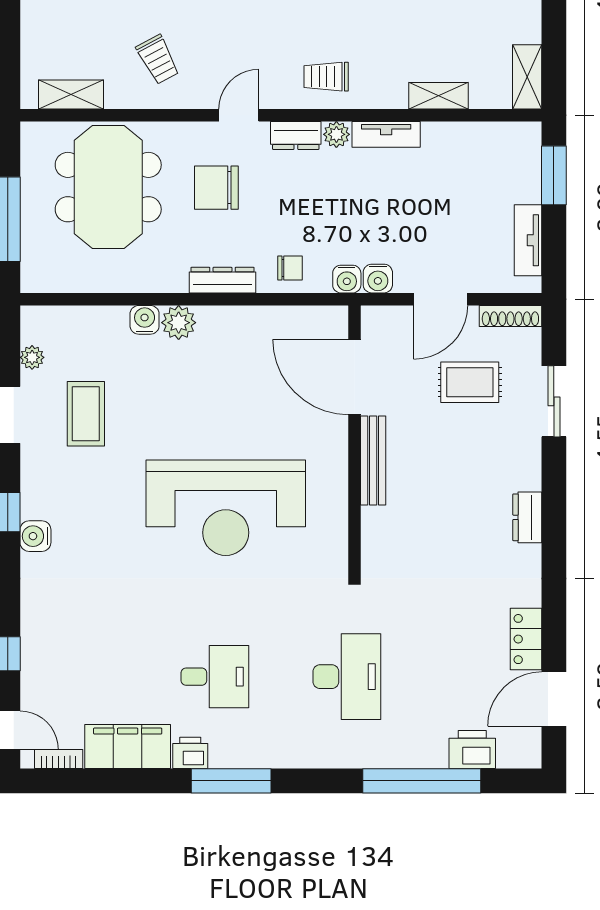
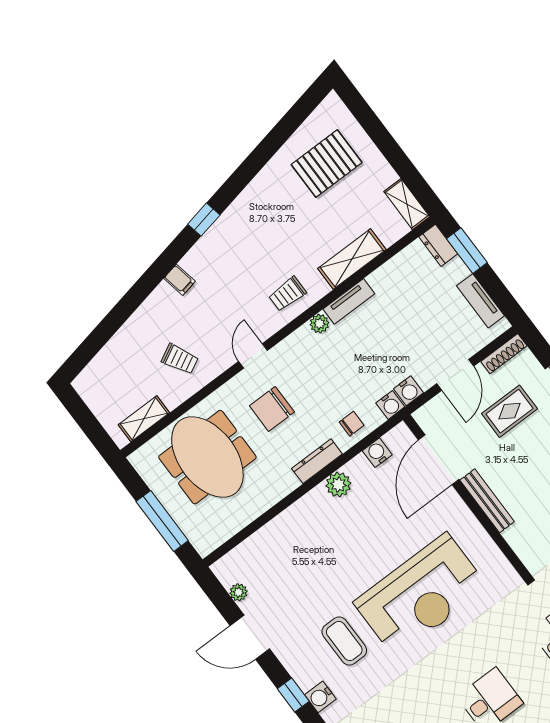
shelving: (438, 96) -> (352, 259), width x1.50, depth x1.33
dresser: (296, 135) -> (438, 245), moved, turned 90
water cooler: (145, 320) -> (377, 453), moved
plant: (179, 323) -> (338, 485), moved
door: (354, 377) -> (439, 460), hinge flipped
coffee table: (86, 414) -> (344, 641), moved

